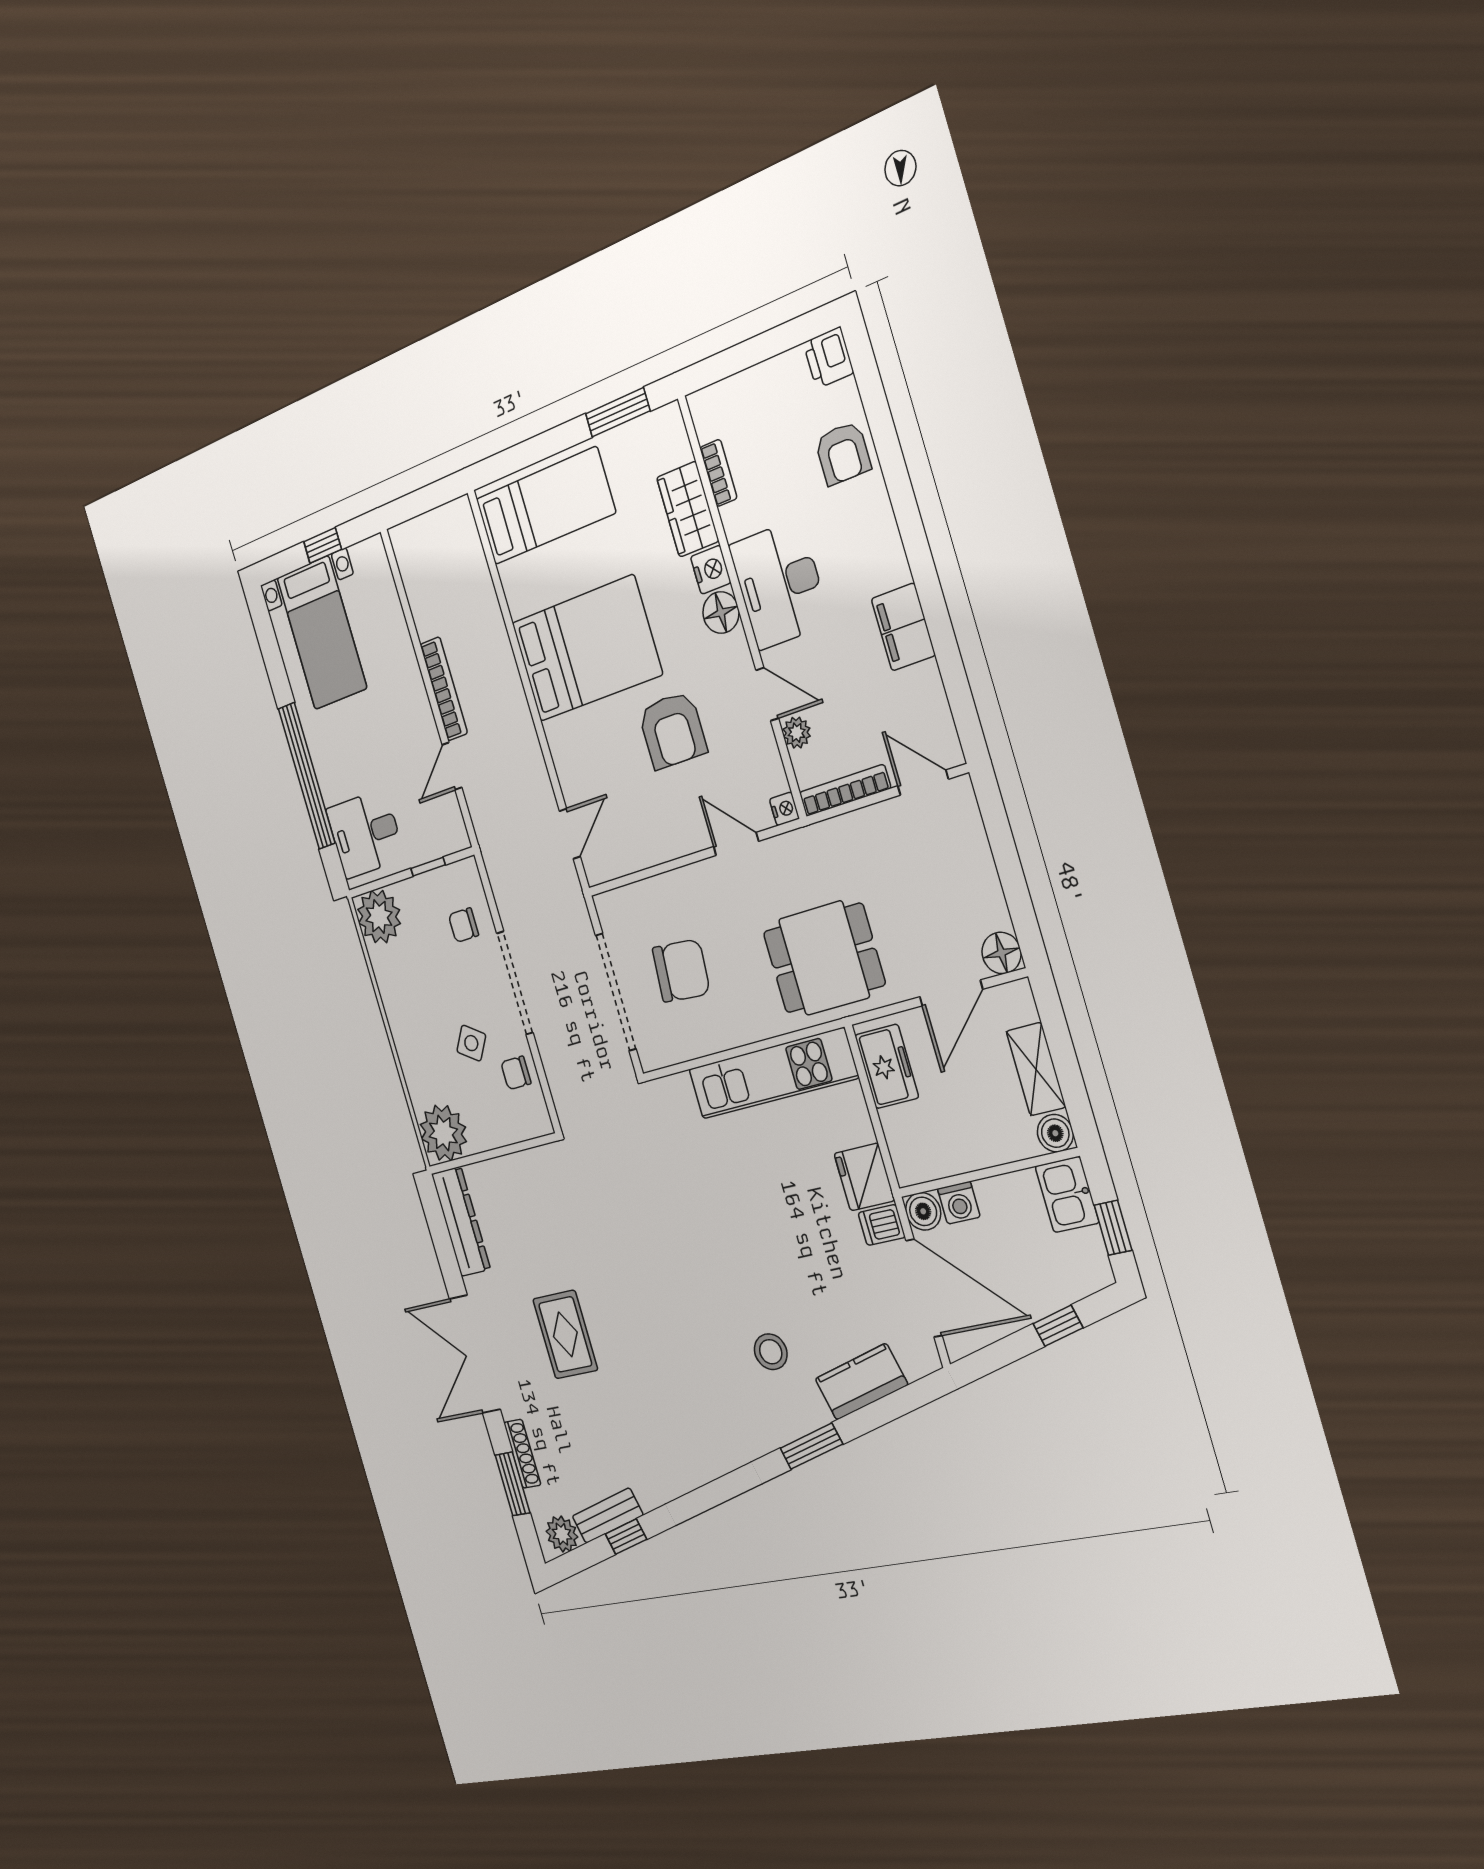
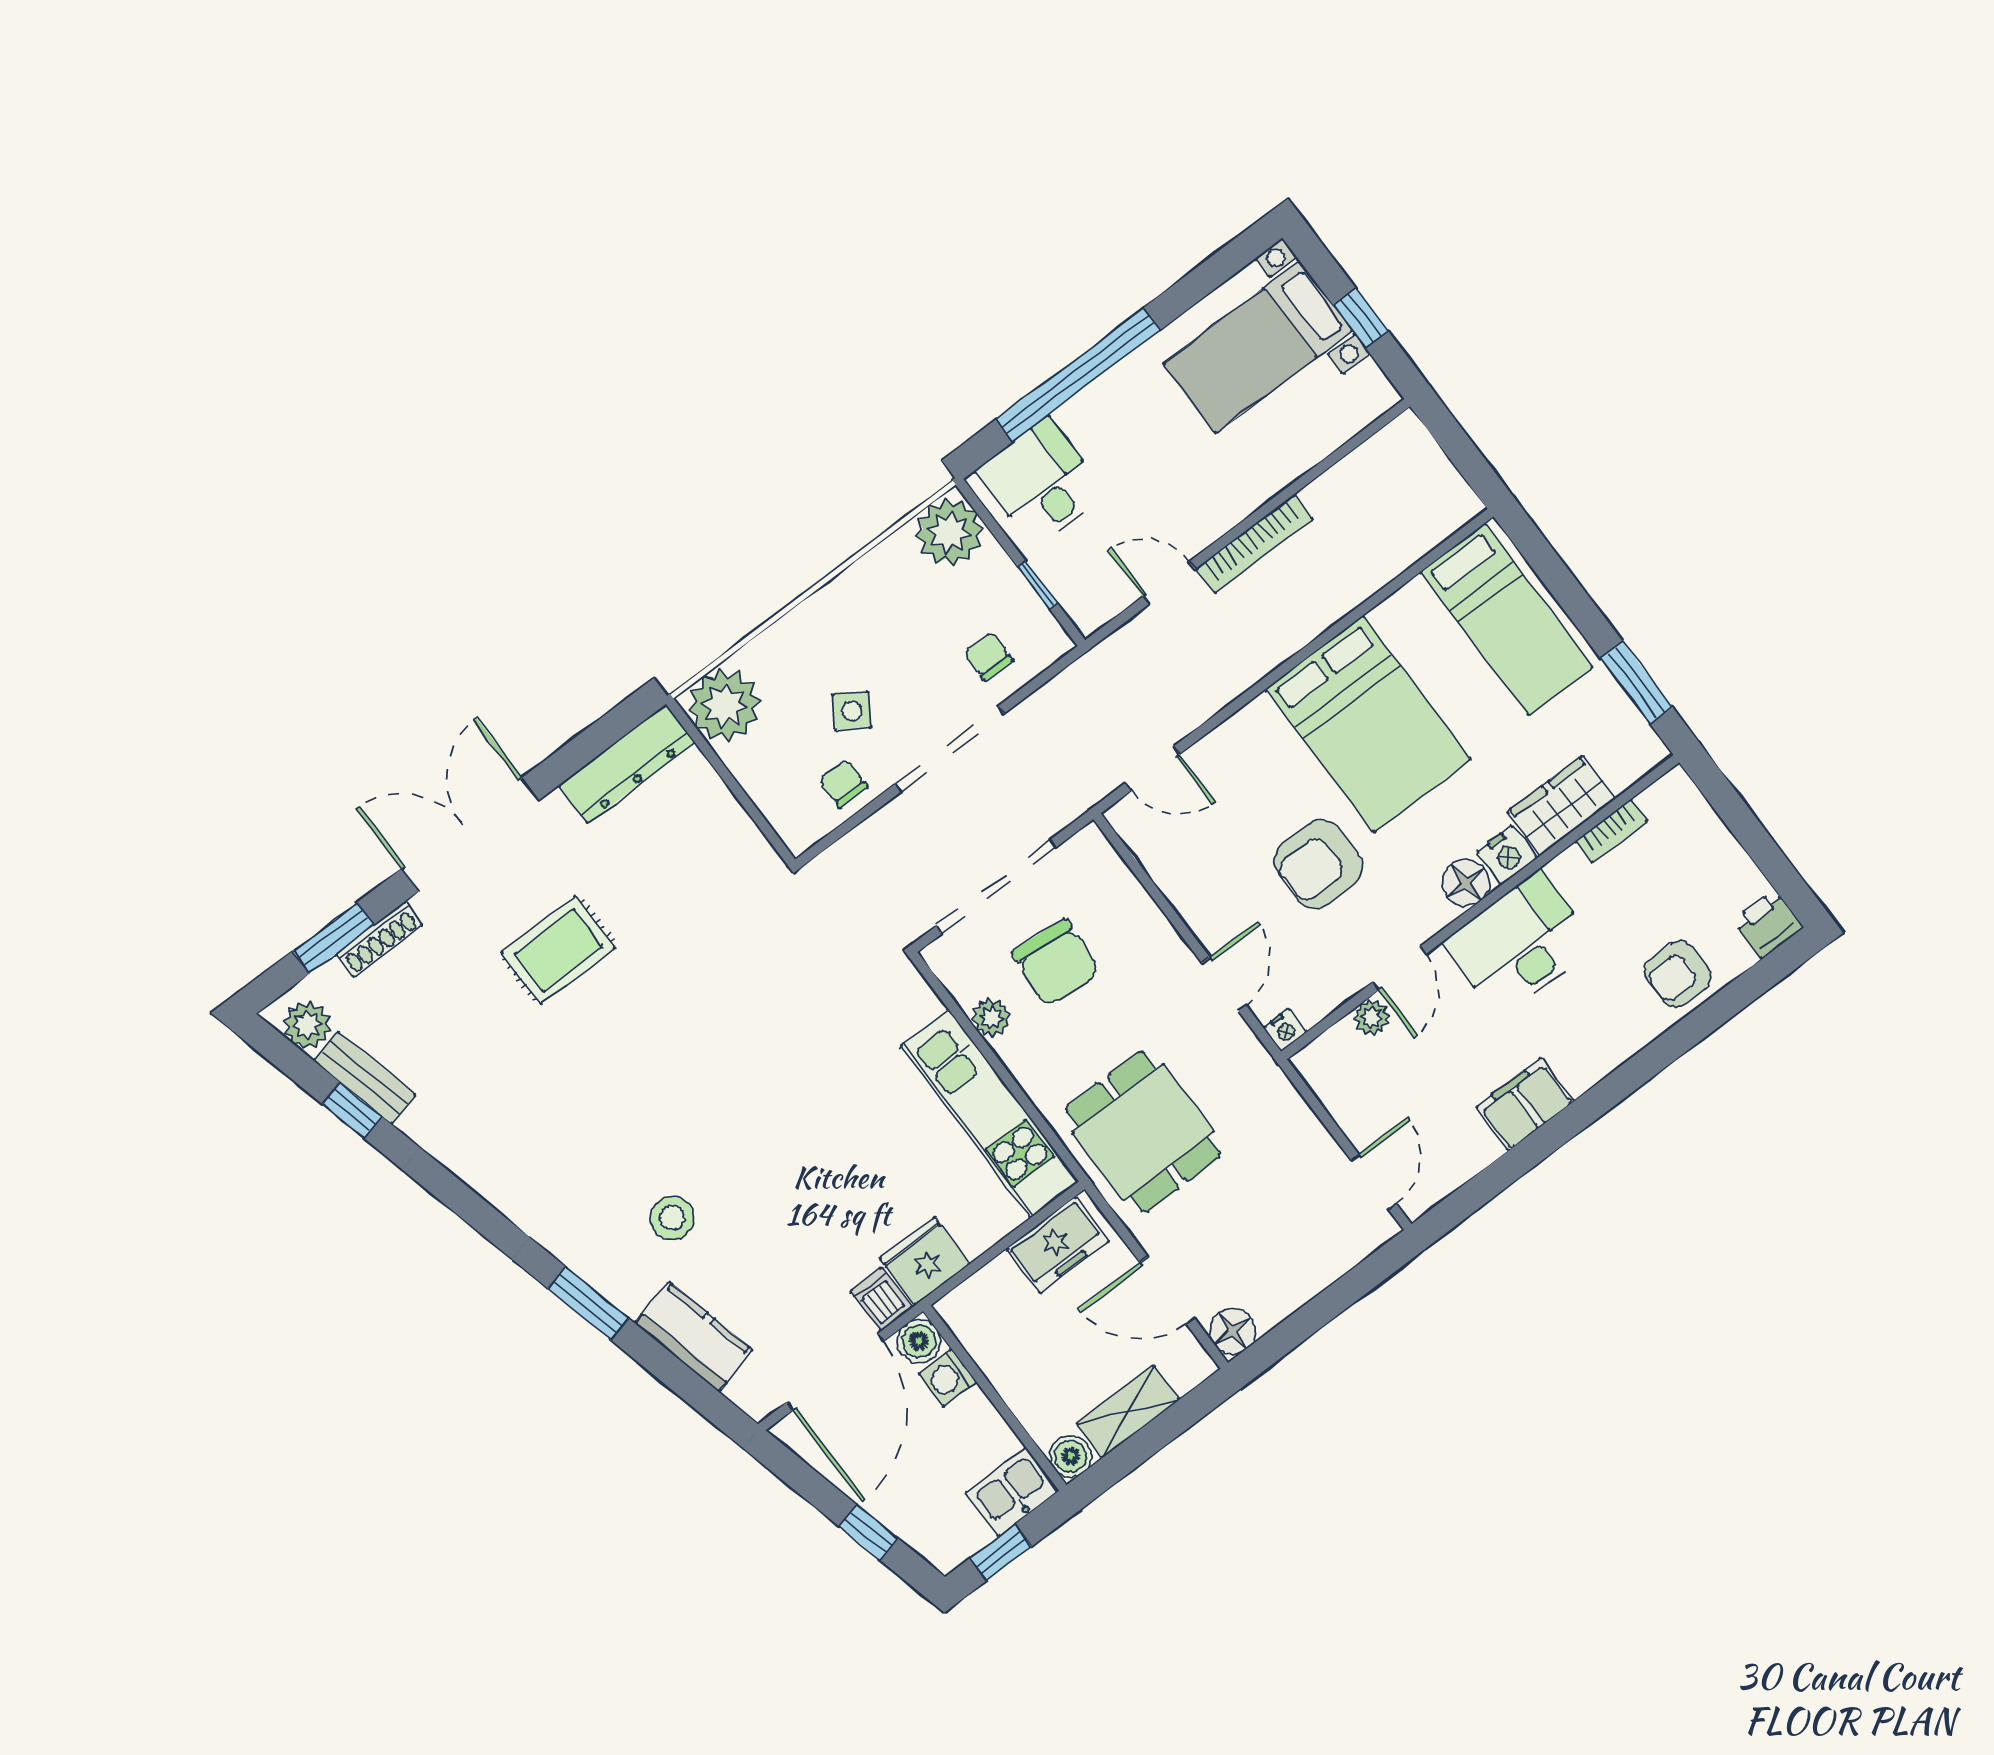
bookcase: (845, 790) -> (1332, 1095), removed
plant: (705, 1040) -> (991, 1018), added

